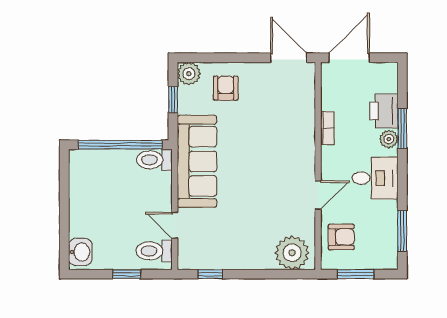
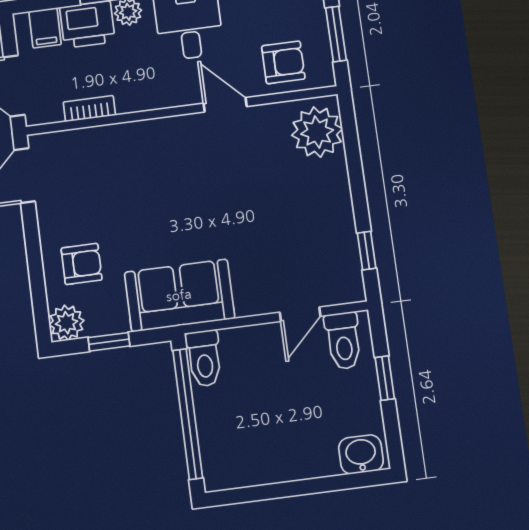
filing cabinet: (385, 83) -> (45, 28), added
armchair: (226, 88) -> (82, 264), turned 180
bookcase: (327, 128) -> (89, 109), moved
sofa: (197, 161) -> (179, 295), width x0.73
armchair: (341, 237) -> (283, 62), turned 90

